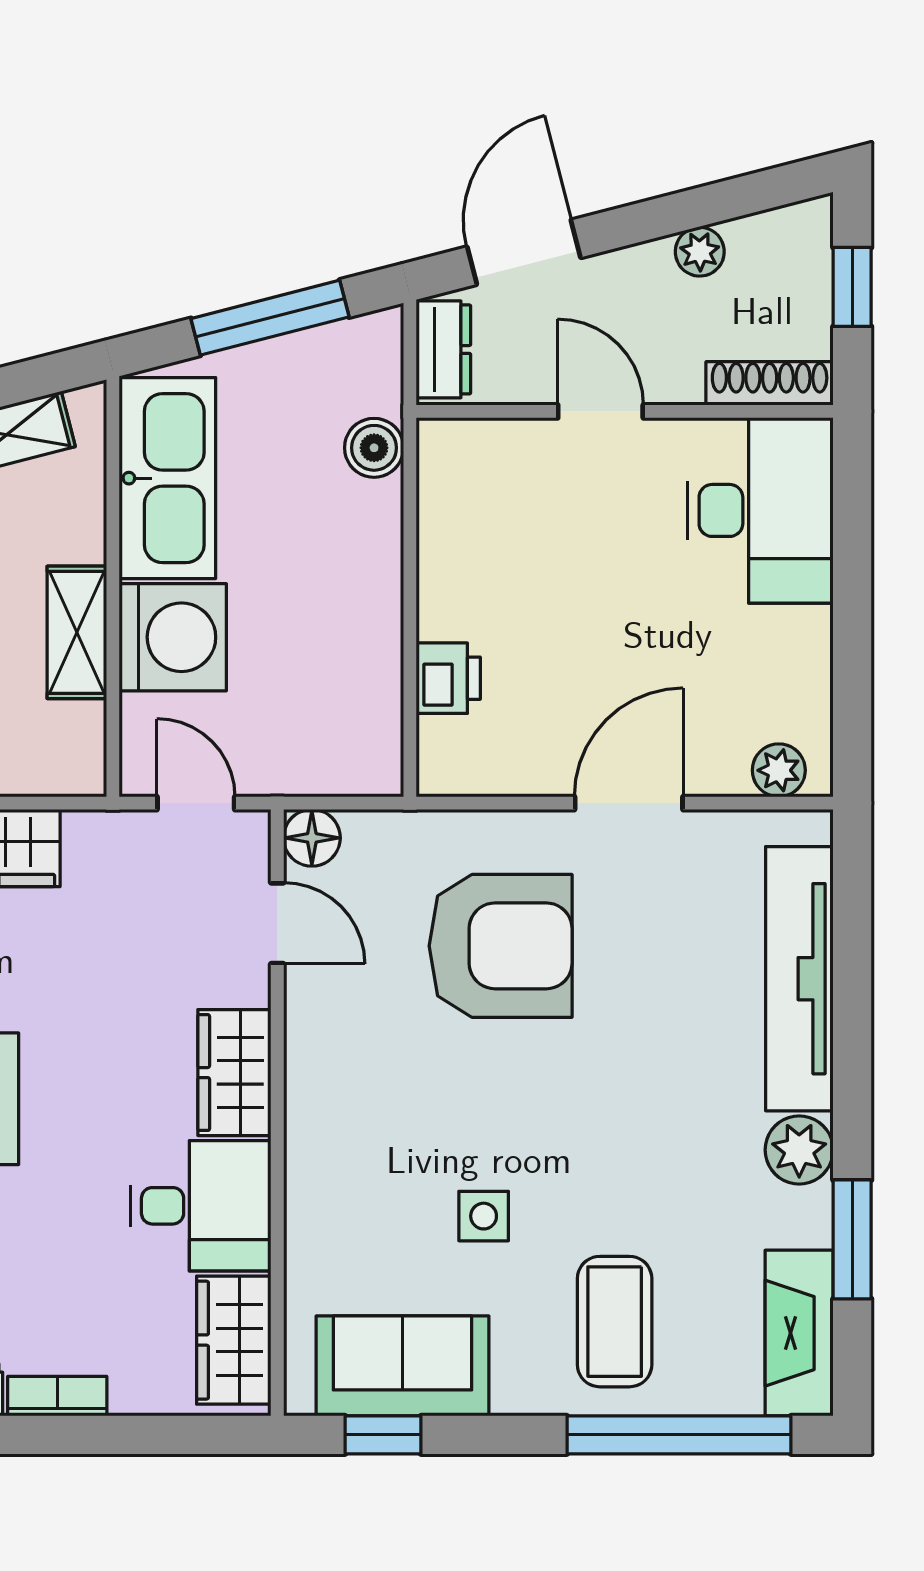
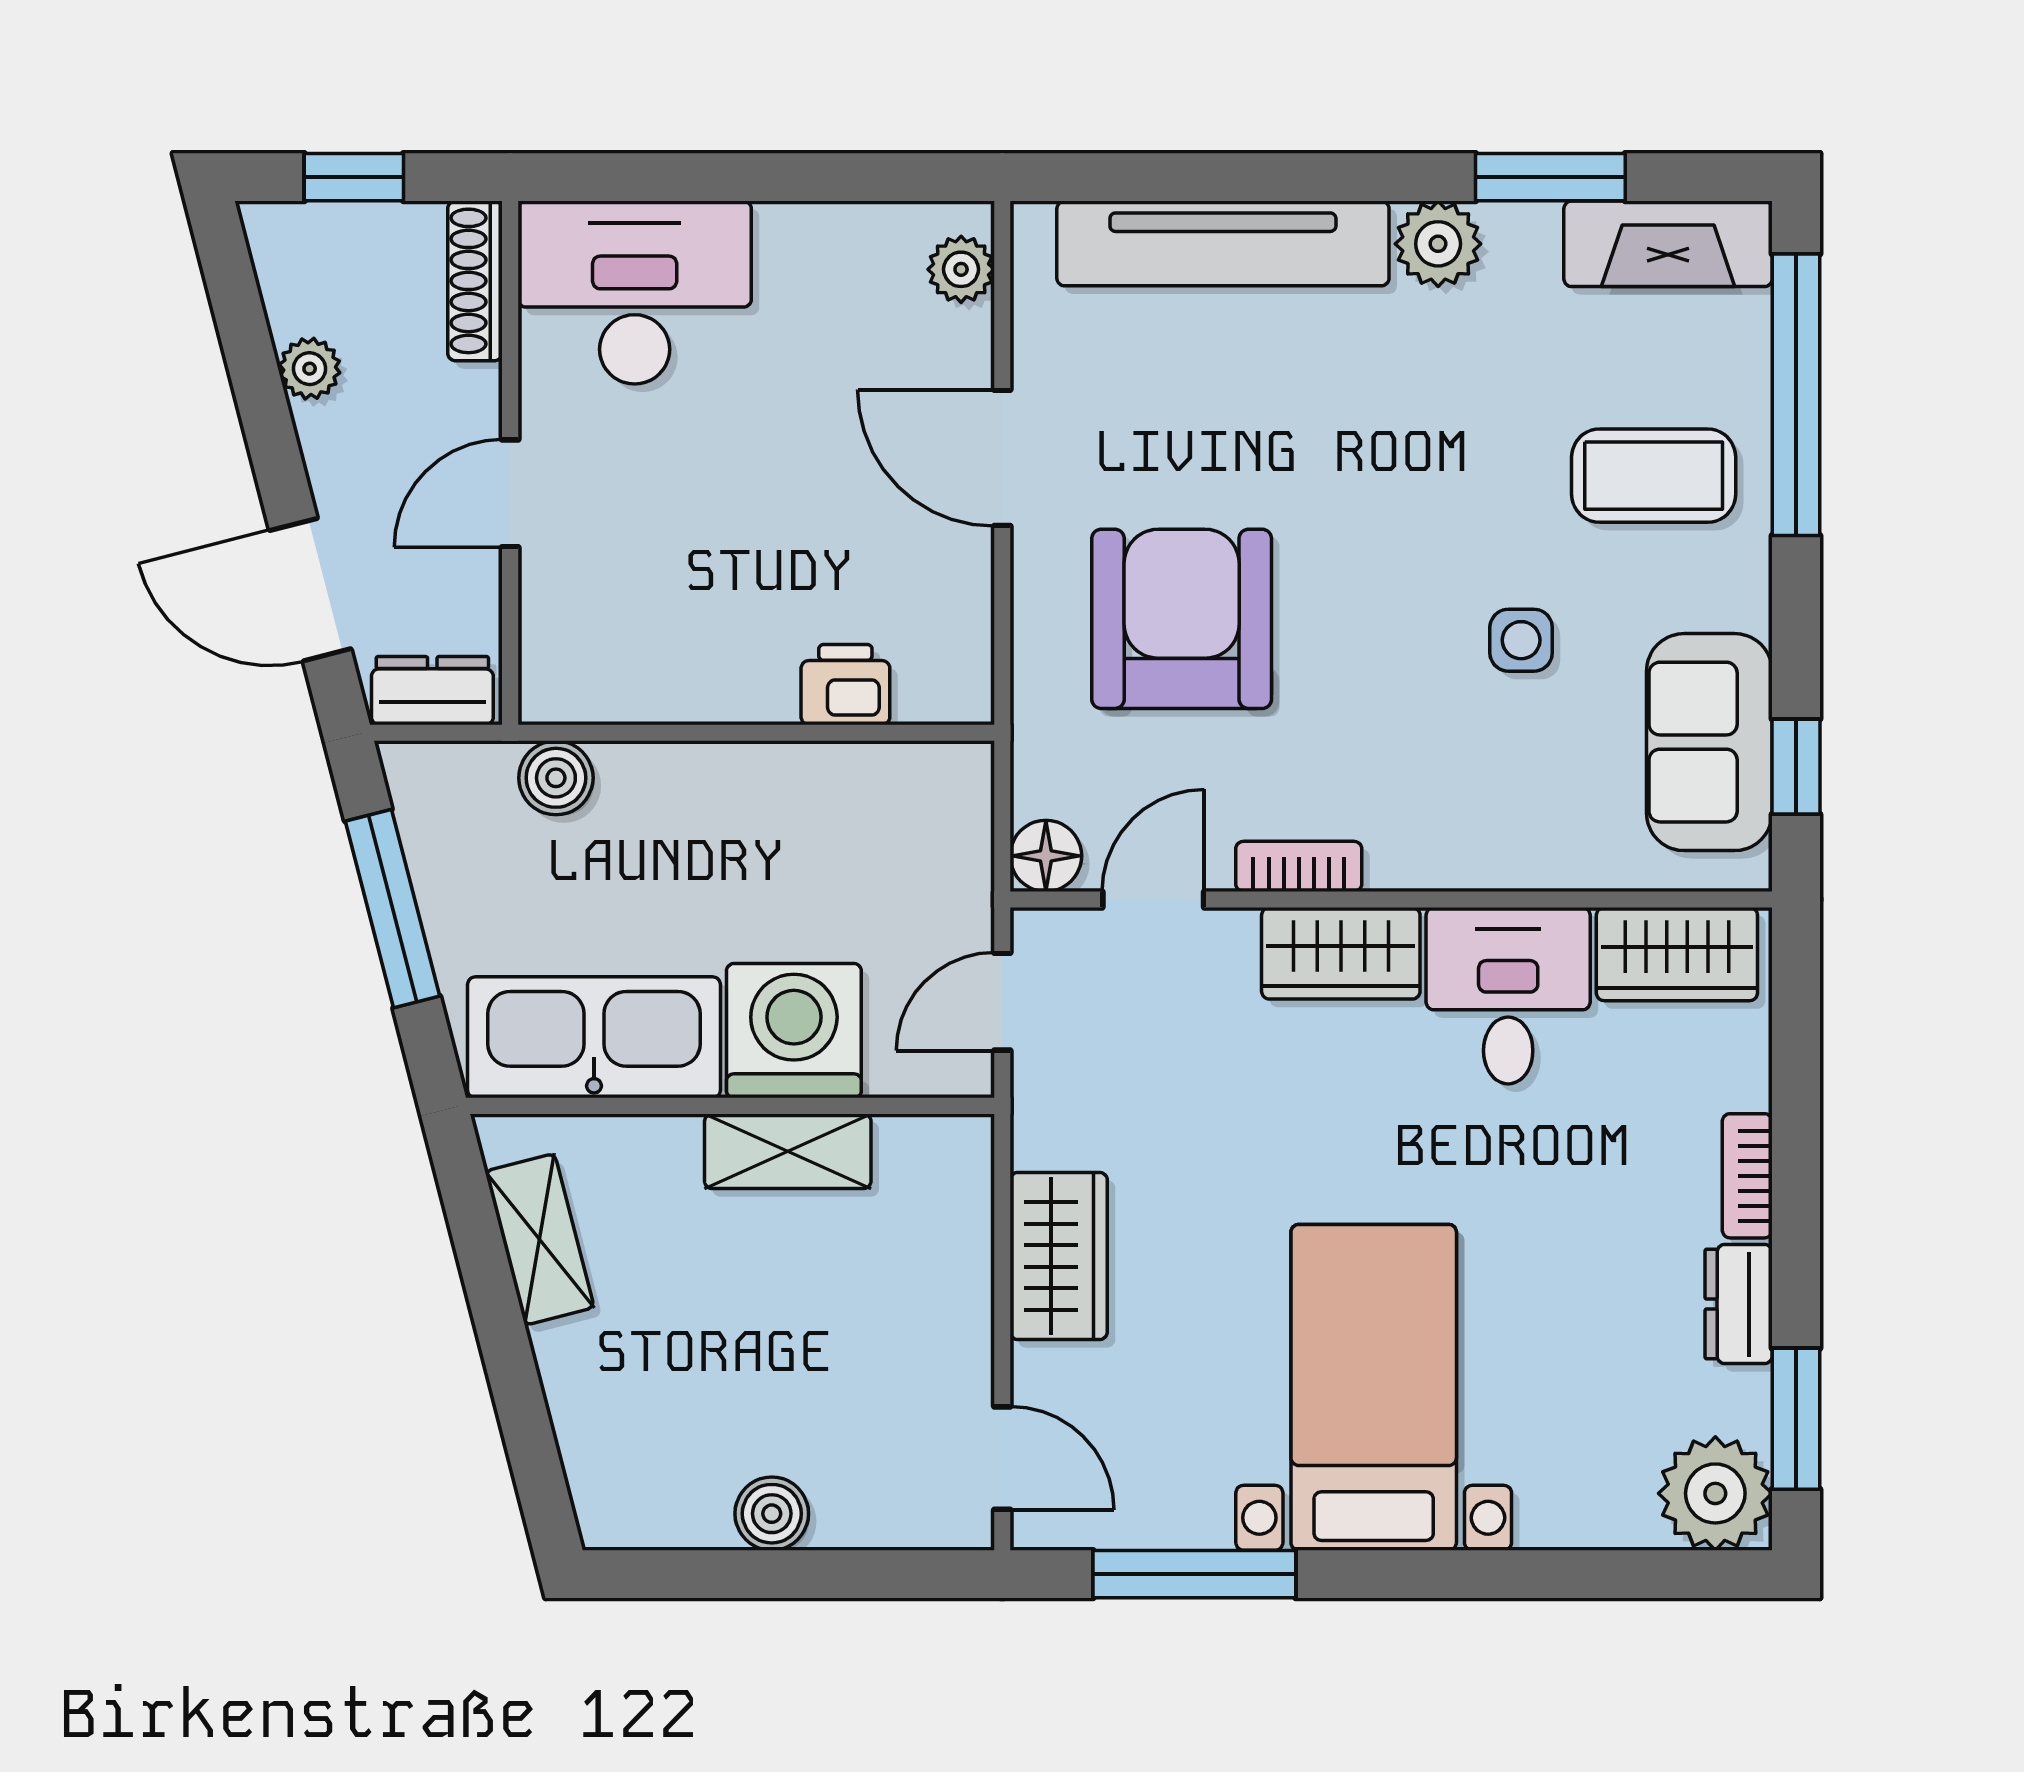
bookcase: (304, 1039) -> (1299, 866), added

